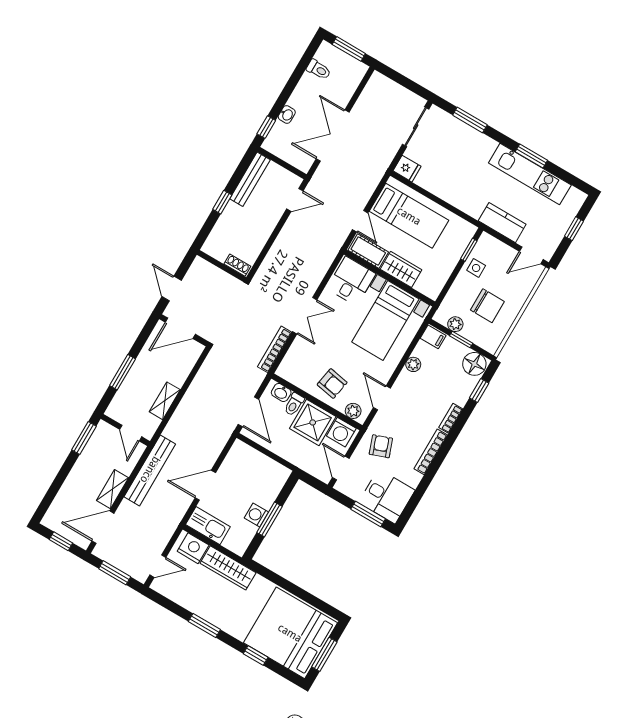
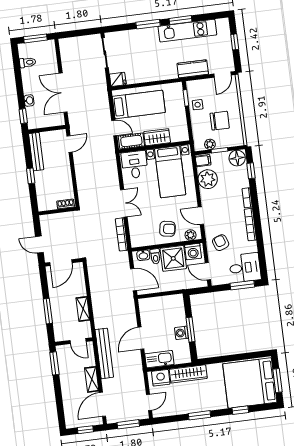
window: (470, 120) -> (148, 24), moved
plant: (413, 364) -> (208, 179), width x1.87, depth x1.87

